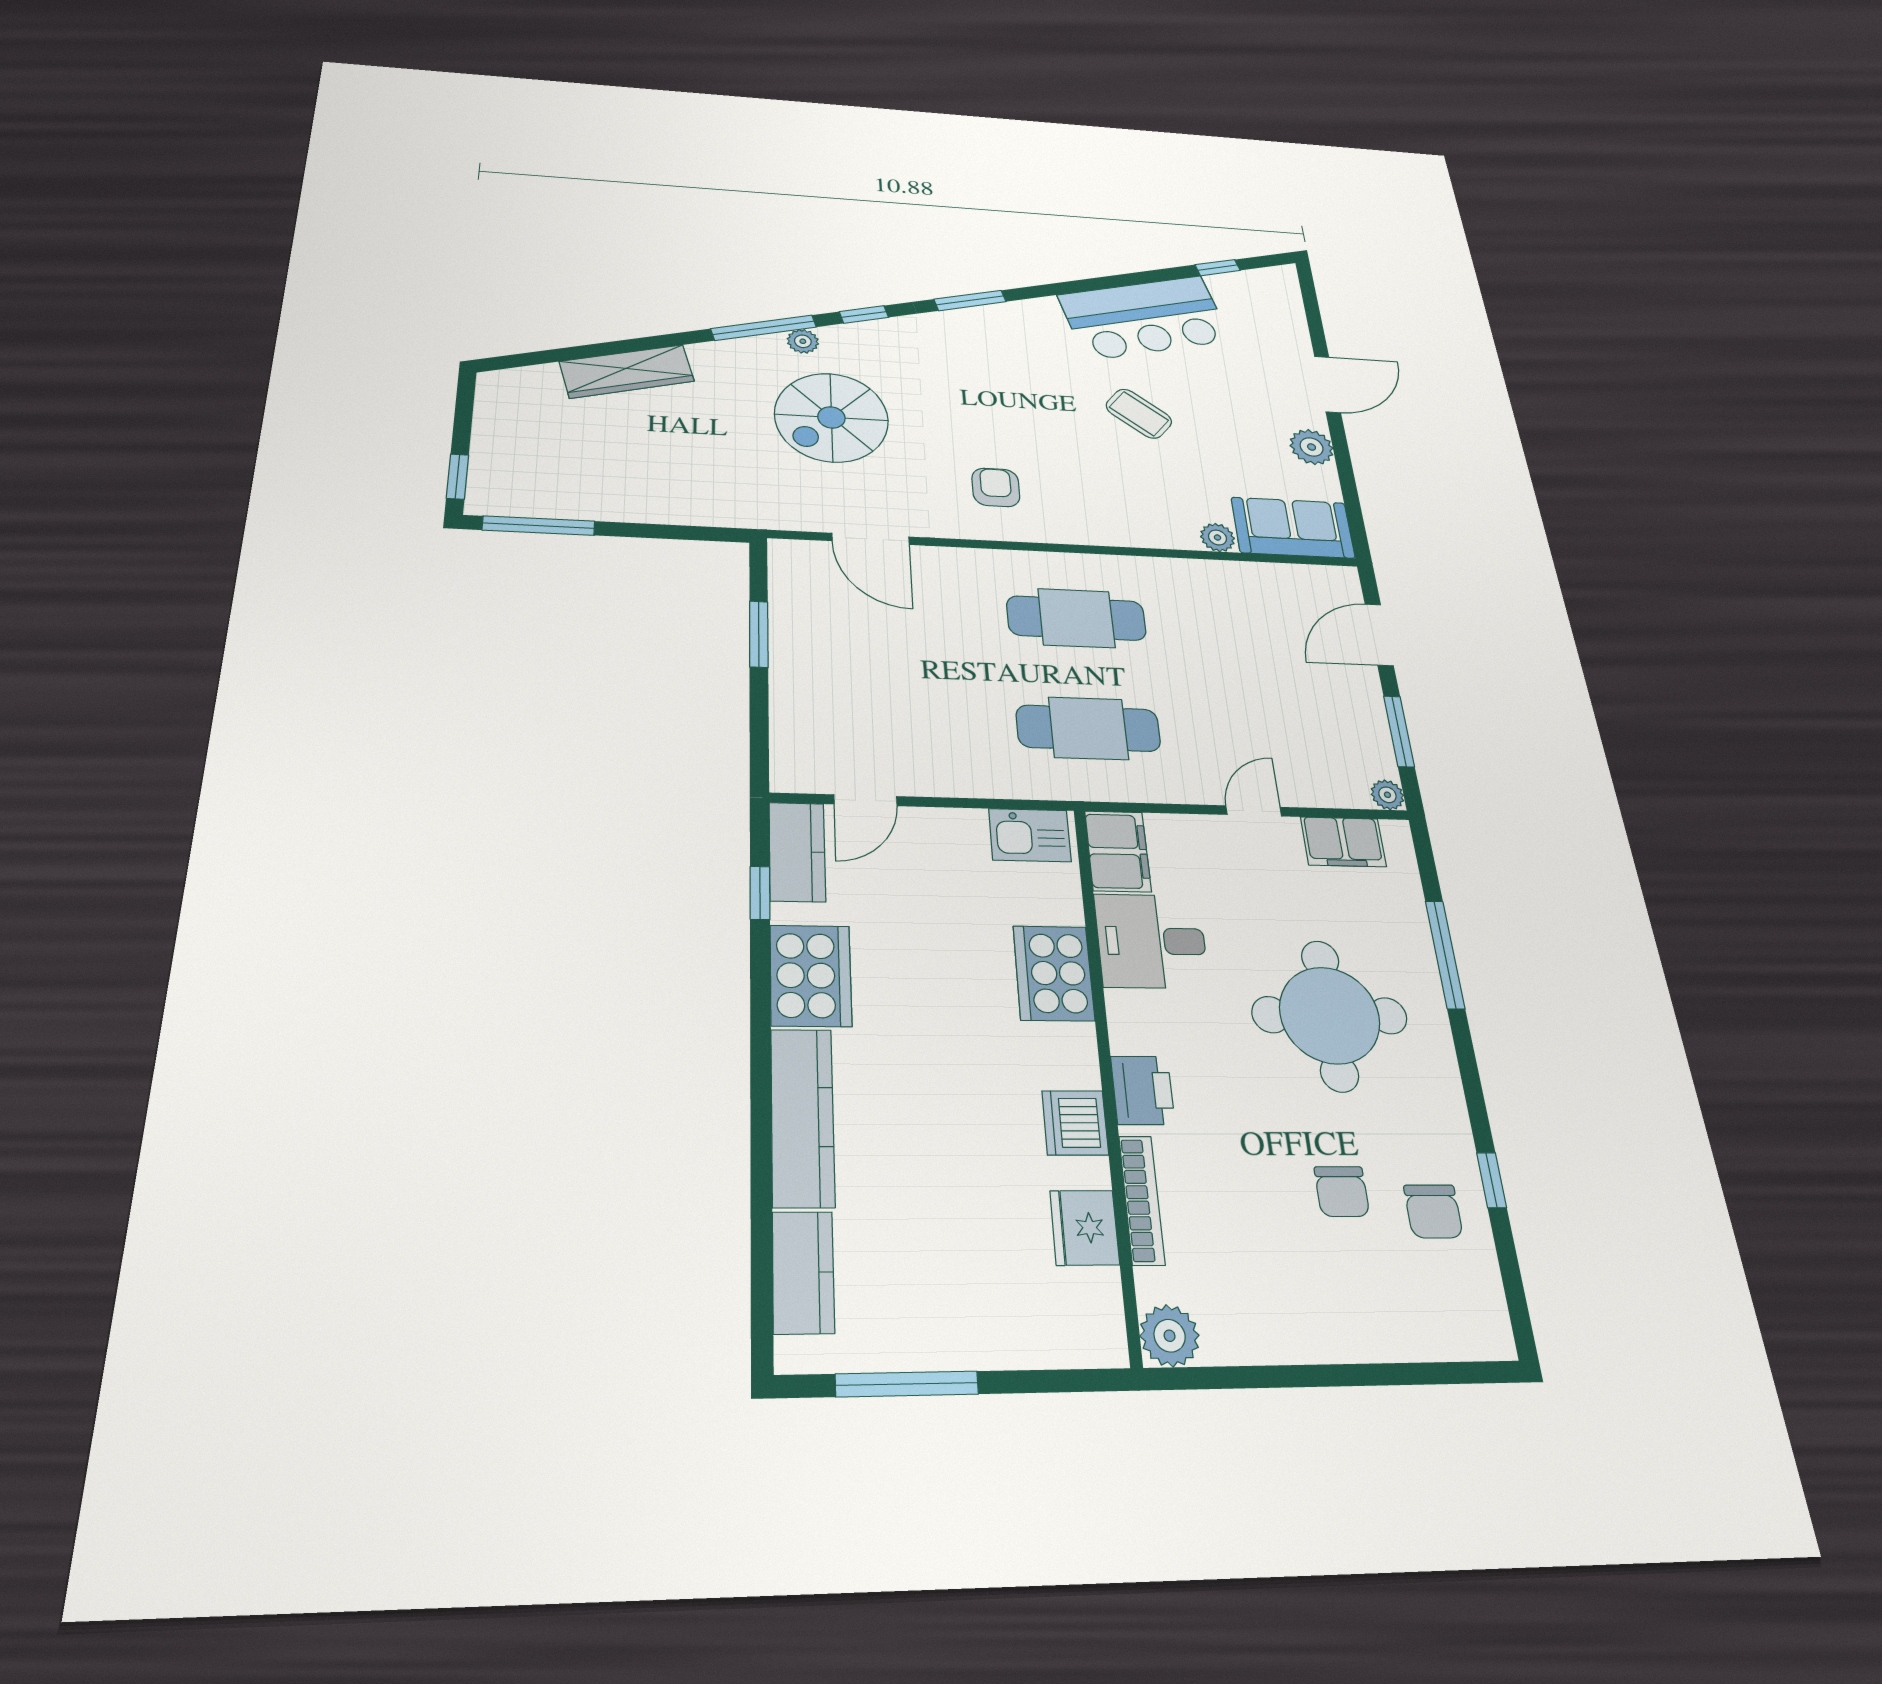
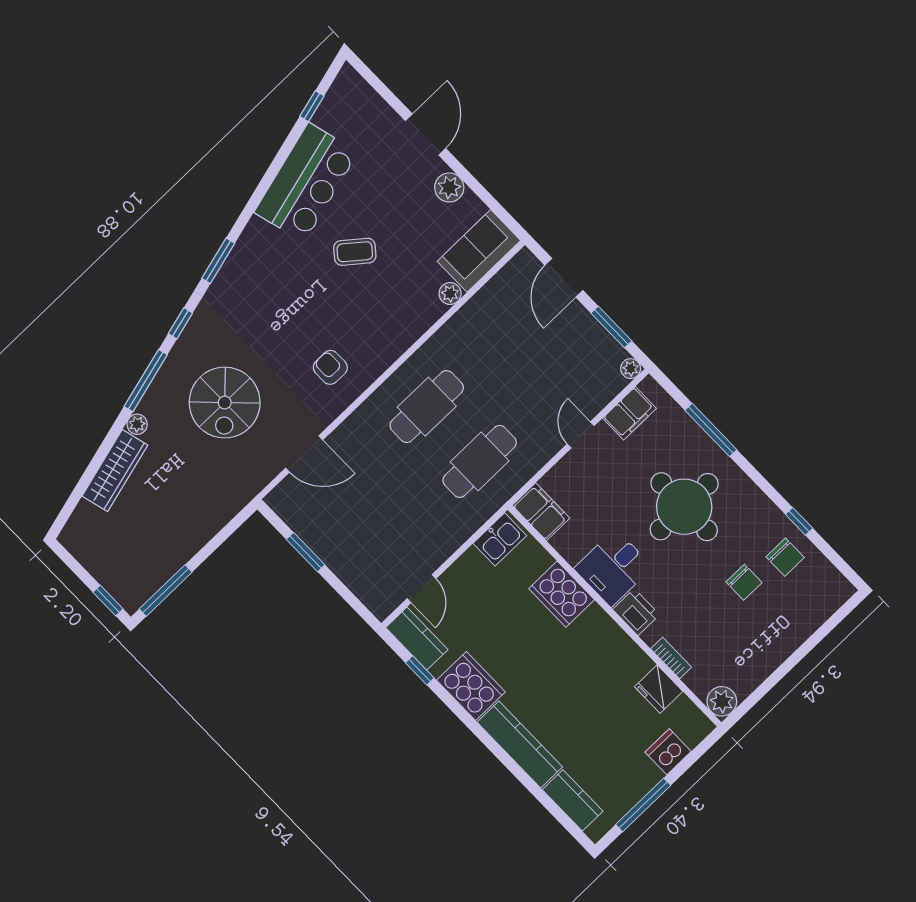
plant: (803, 341) -> (137, 424), moved
desk: (1151, 941) -> (613, 568), moved
dishwasher: (1075, 1123) -> (668, 752), moved, turned 90
bookcase: (1142, 1200) -> (671, 658), width x0.64

